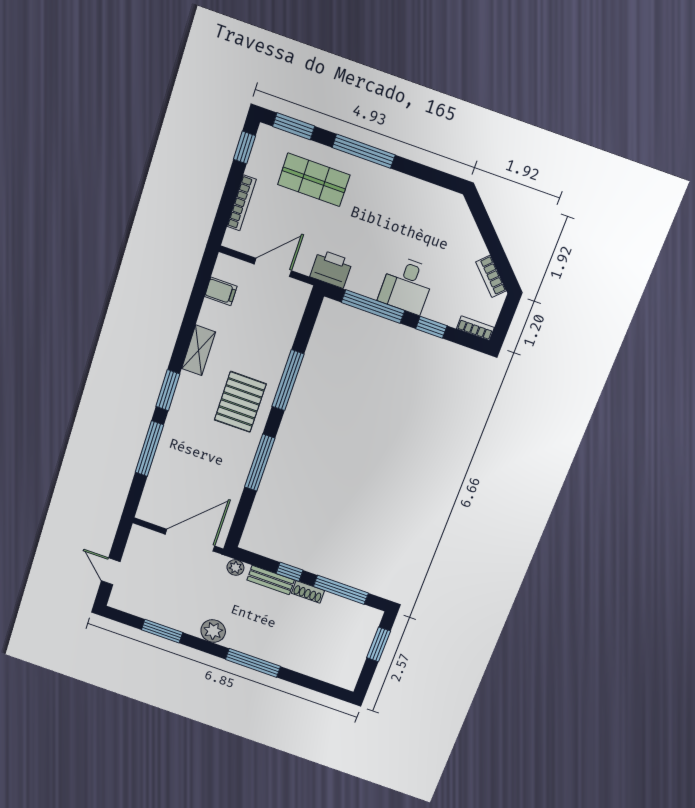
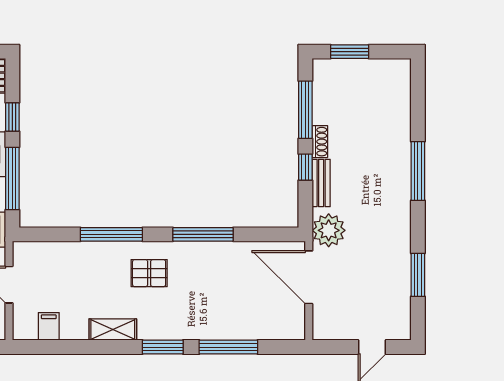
pallet: (240, 402) -> (149, 273), width x0.67, depth x0.71
plant: (235, 567) -> (329, 230), width x1.88, depth x1.88
plant: (213, 631) -> (398, 223), removed

